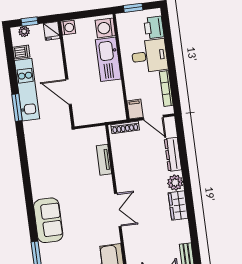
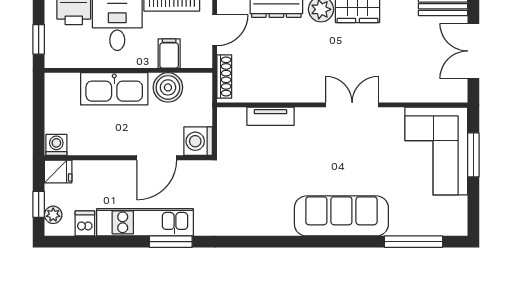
washing machine: (105, 28) -> (198, 141), moved, turned 90
boiler: (114, 93) -> (168, 87), added
filing cabinet: (135, 109) -> (169, 53), moved, turned 90
sofa: (48, 220) -> (341, 216), width x1.36

